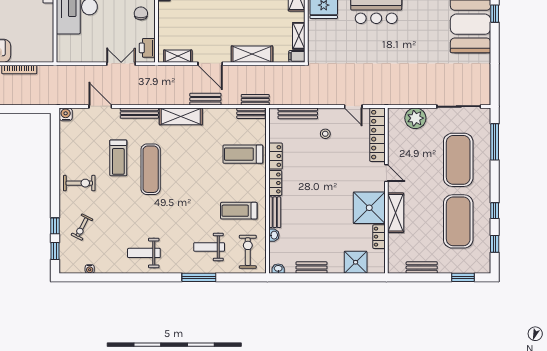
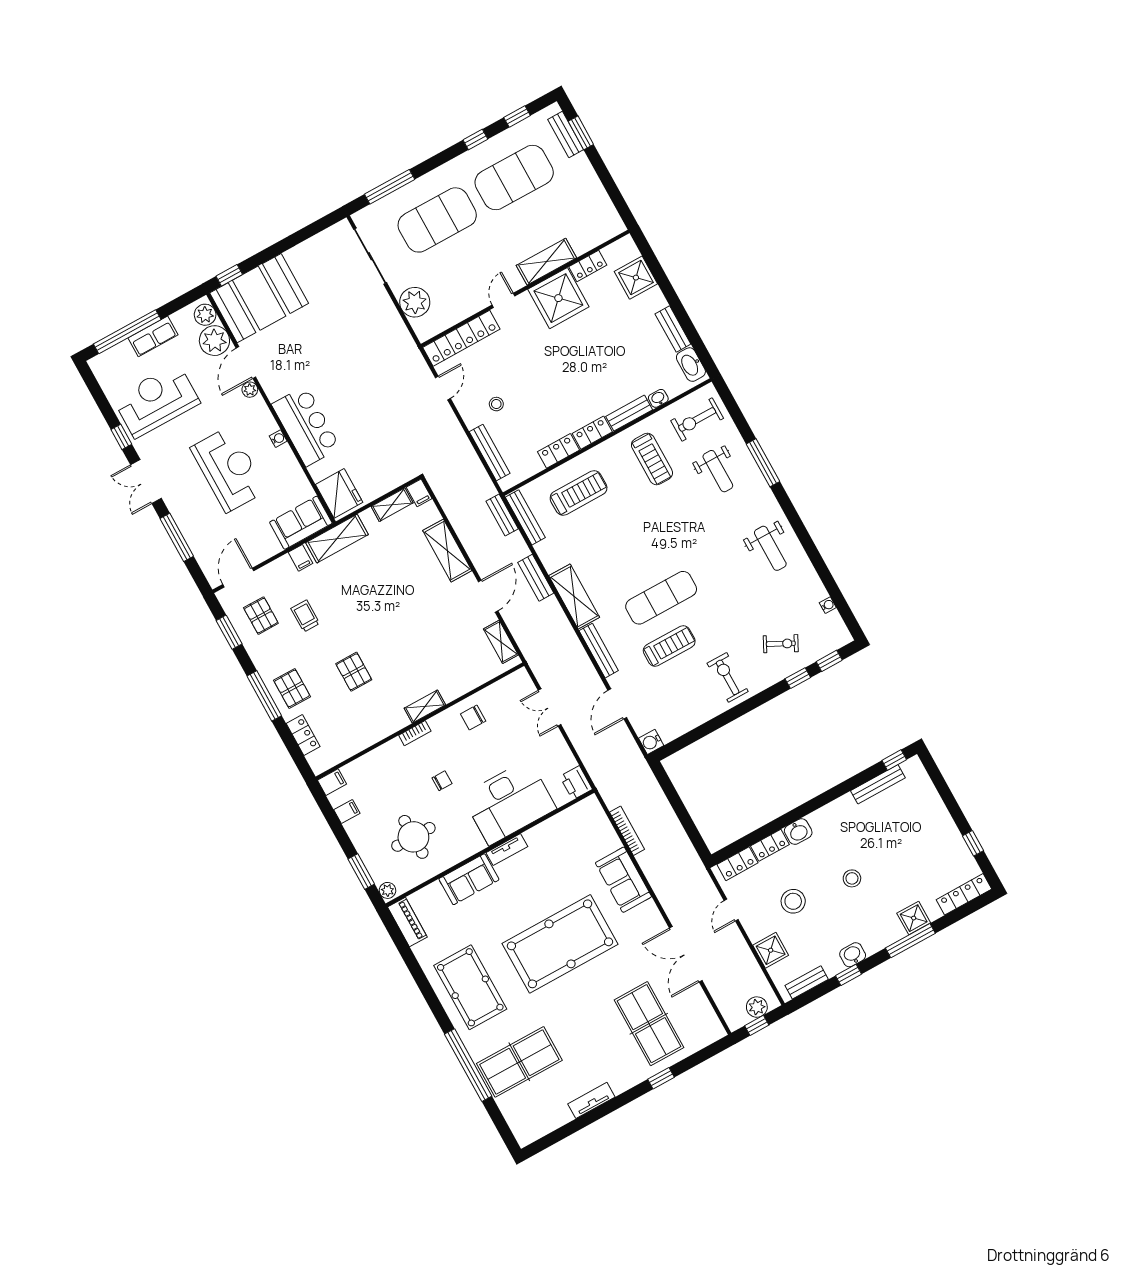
printer: (147, 48) -> (576, 783), moved, turned 90
bench: (251, 113) -> (525, 517), width x1.36
treadmill: (243, 154) -> (579, 493), turned -90
bench: (422, 268) -> (566, 134), moved
washbasin: (278, 269) -> (691, 365), width x1.91, depth x1.45

